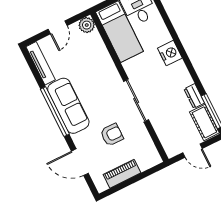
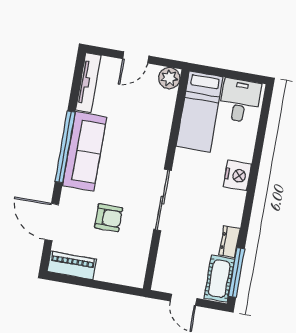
piano: (122, 174) -> (72, 265), moved

